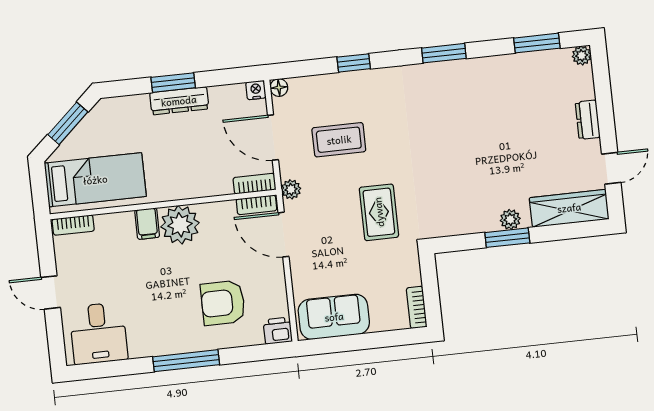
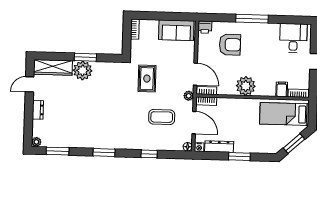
dresser: (179, 101) -> (219, 147), moved
plant: (510, 219) -> (83, 70), width x1.87, depth x1.87
filing cabinet: (147, 224) -> (282, 89), moved

